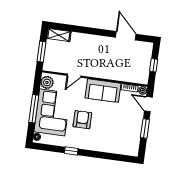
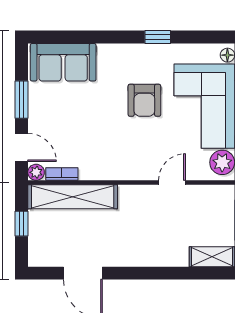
shelving: (126, 75) -> (73, 197), added
sofa: (103, 91) -> (63, 62), moved, turned 180

